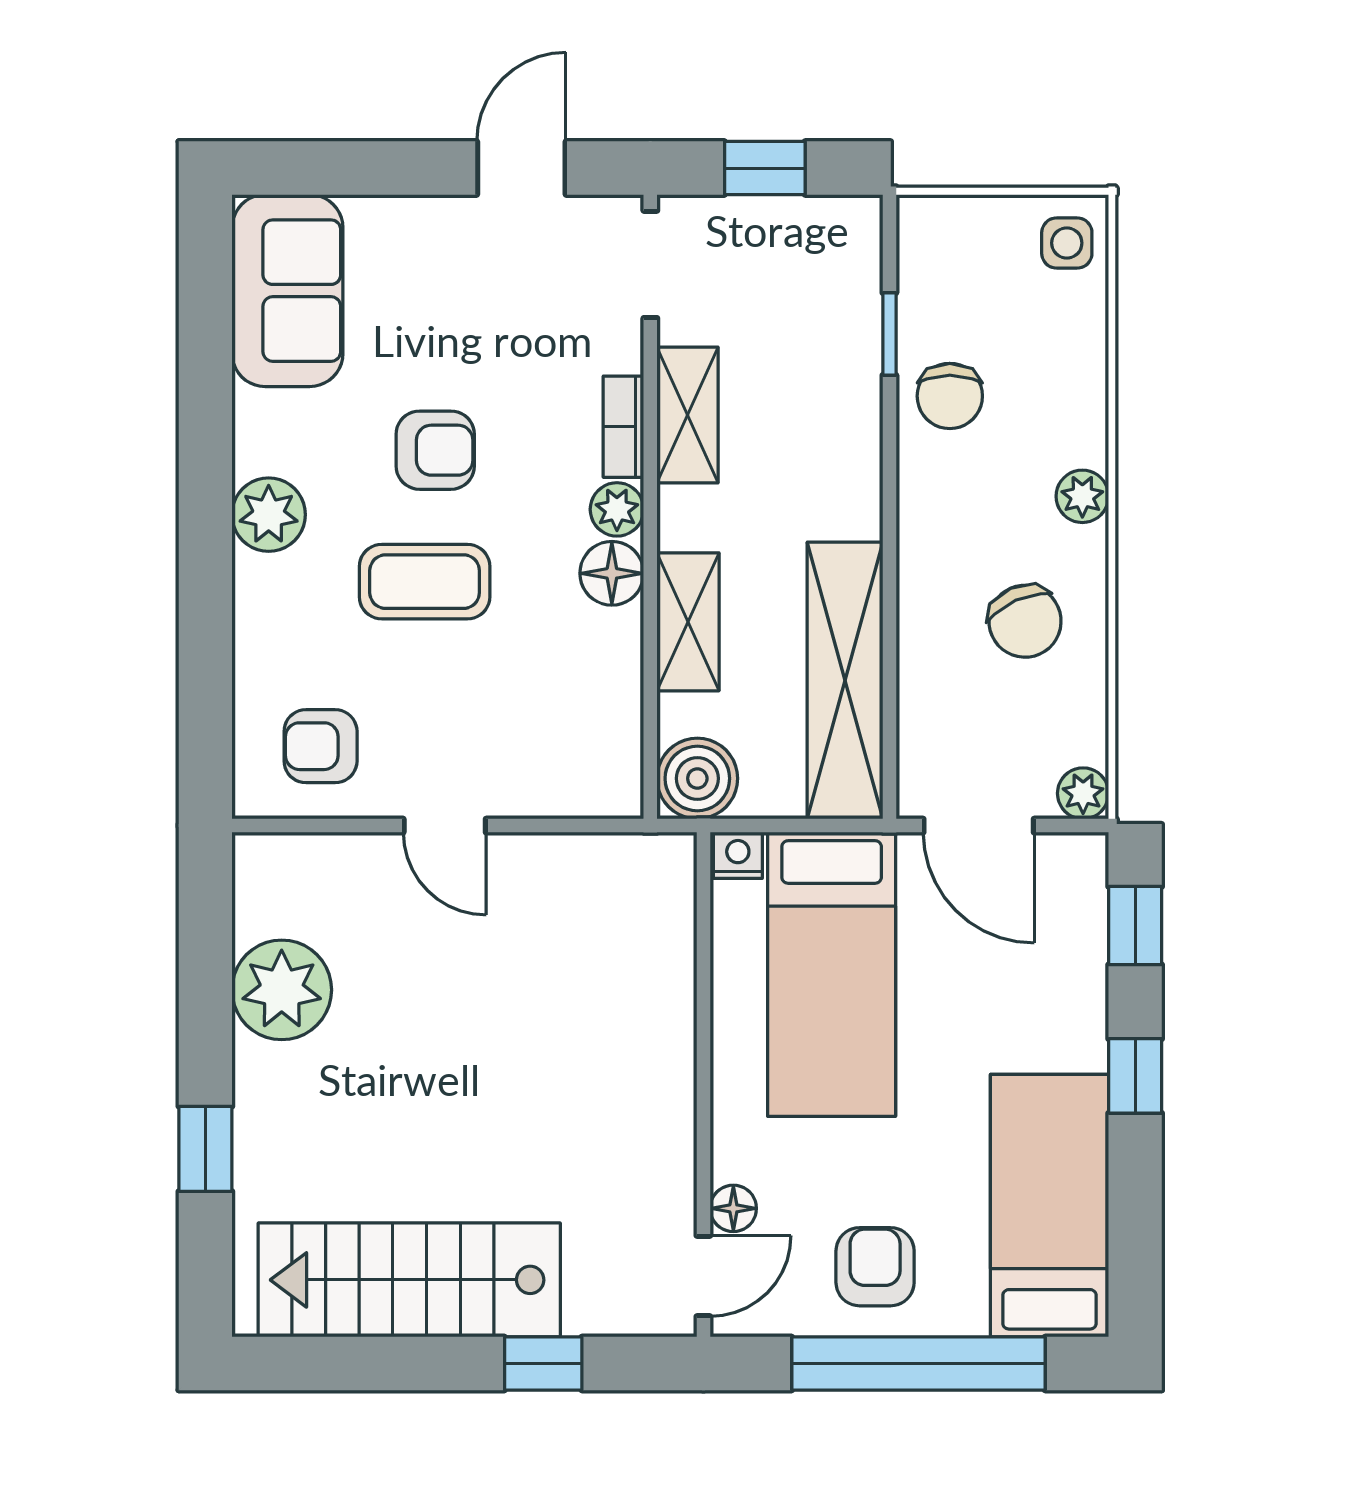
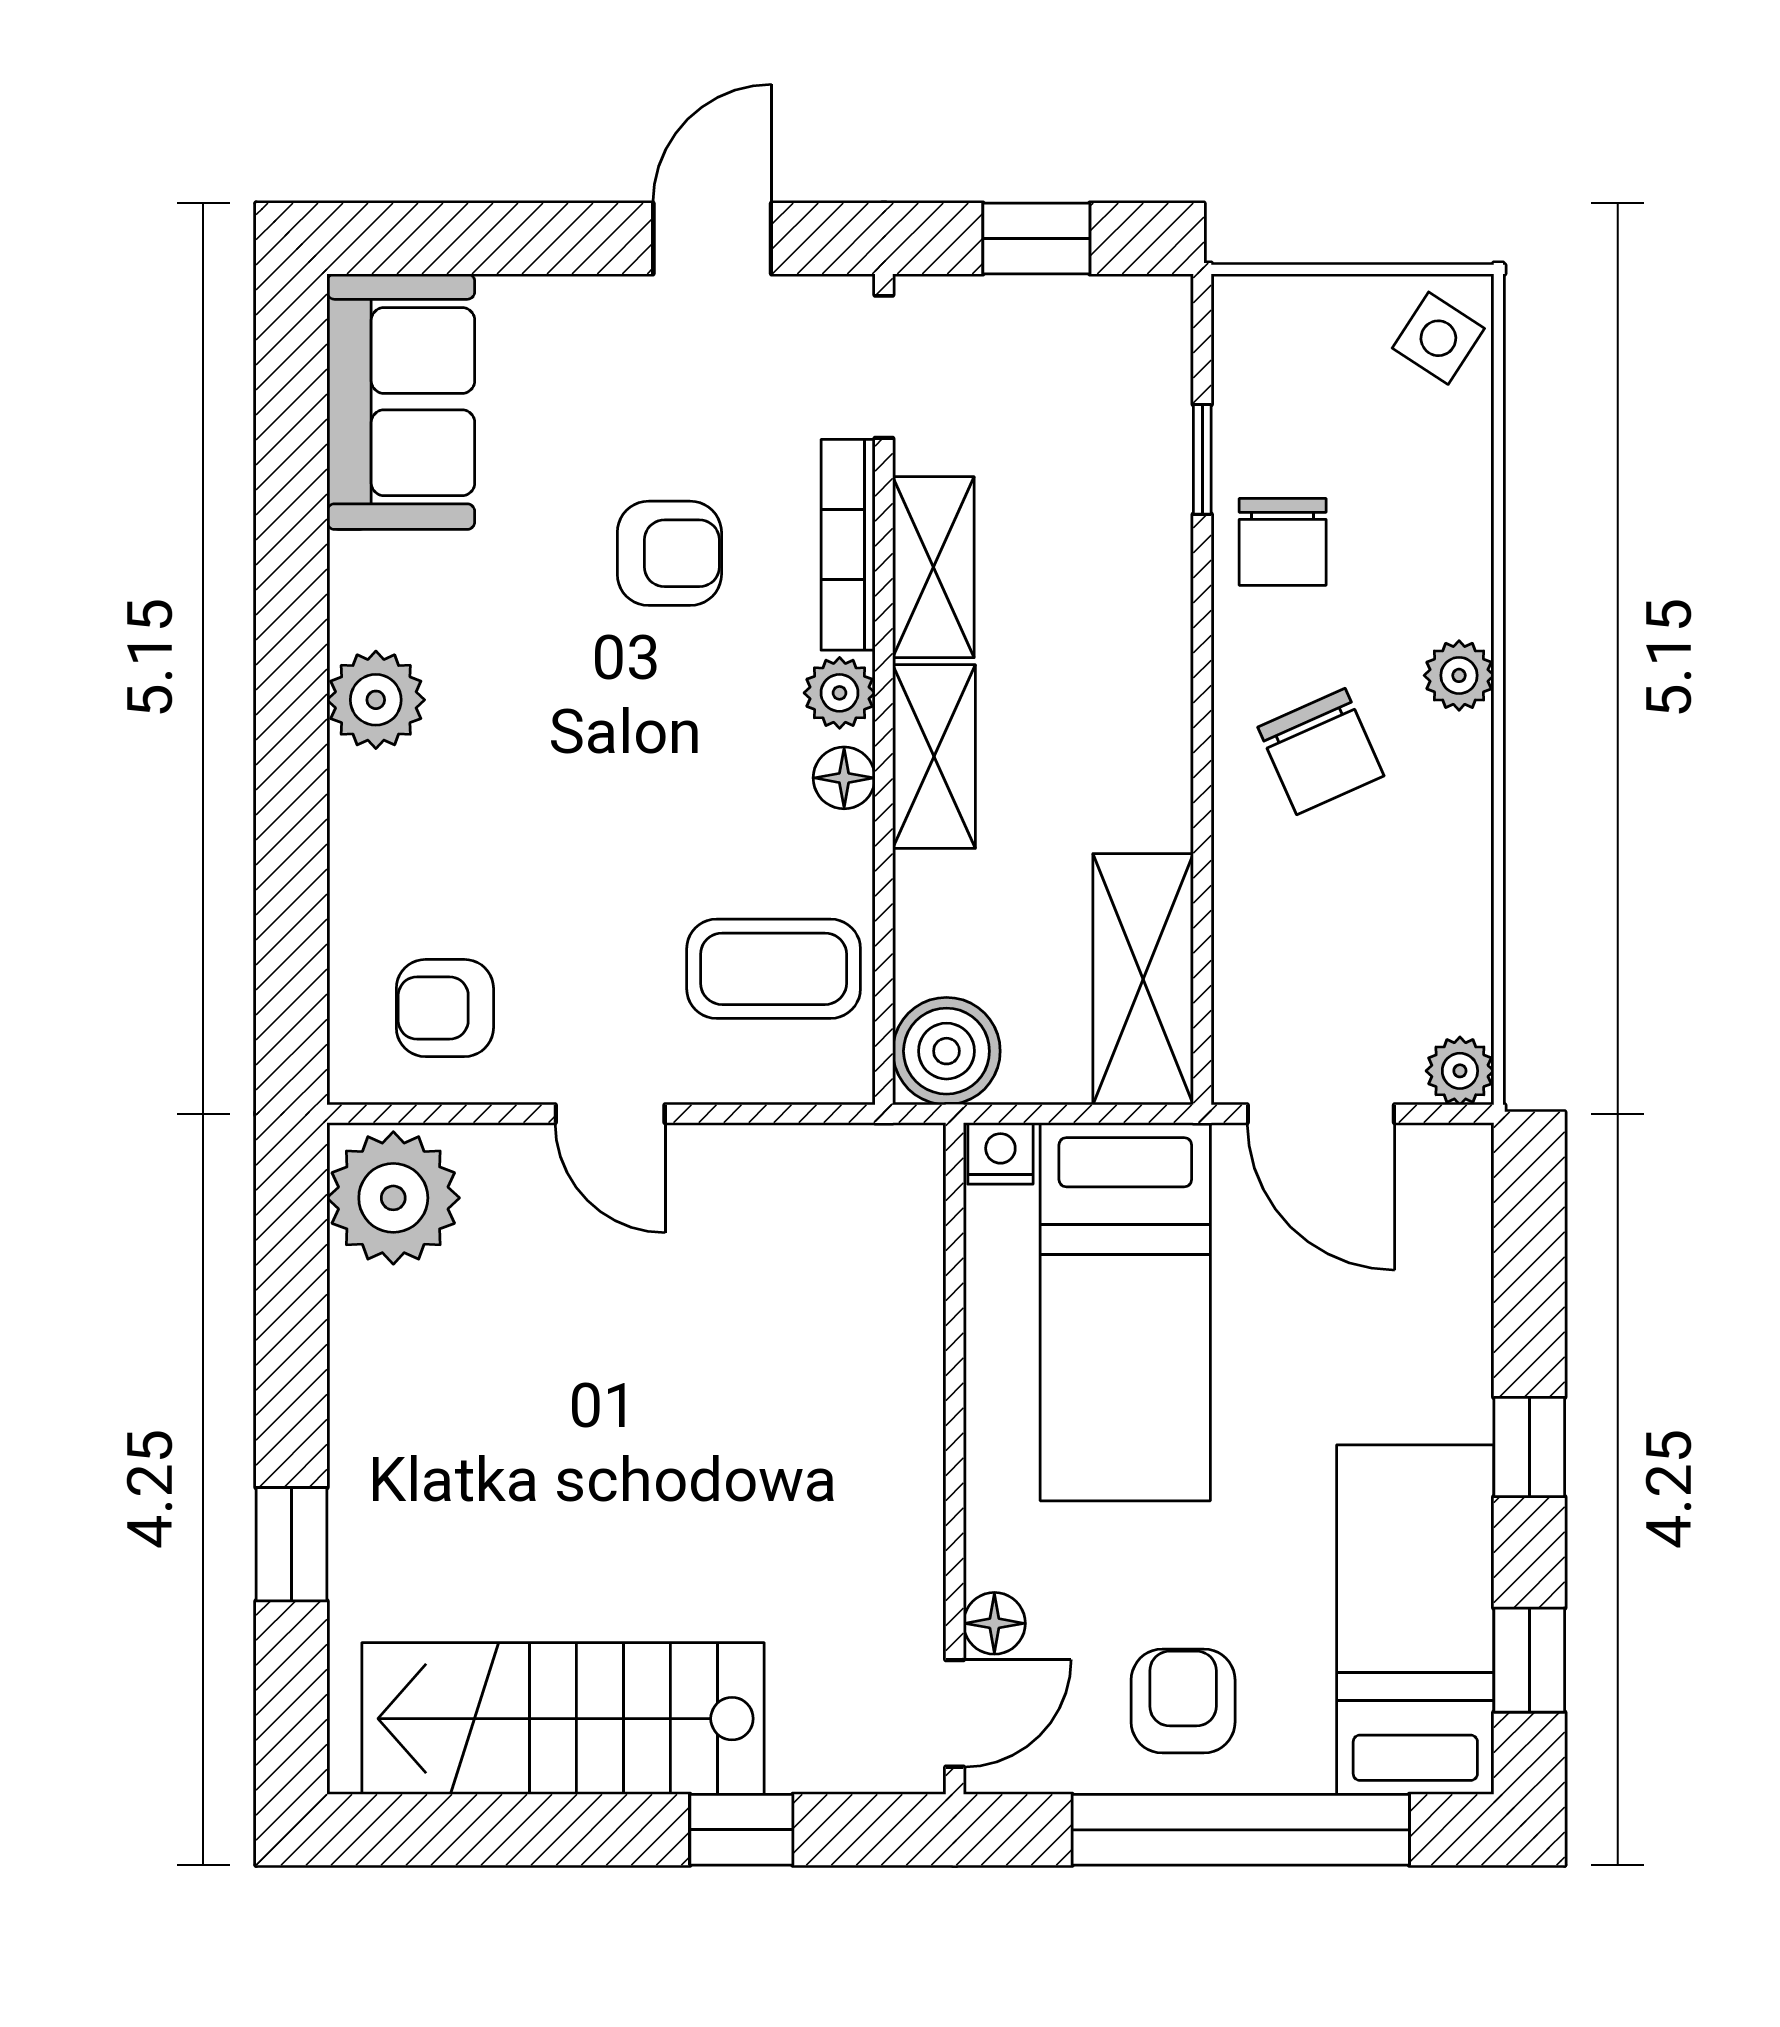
side table: (1067, 243) -> (1438, 338), turned 33
bookcase: (623, 427) -> (848, 545), width x1.56
armchair: (435, 450) -> (669, 553), moved
floor lamp: (612, 573) -> (844, 778), width x0.73, depth x0.73
coffee table: (425, 582) -> (774, 969), moved
chair: (1025, 621) -> (1321, 752), moved
shelving: (688, 622) -> (934, 757), moved
shelving: (845, 680) -> (1143, 979), width x0.68
window: (1135, 926) -> (1529, 1660), moved
plant: (282, 990) -> (393, 1198), moved

